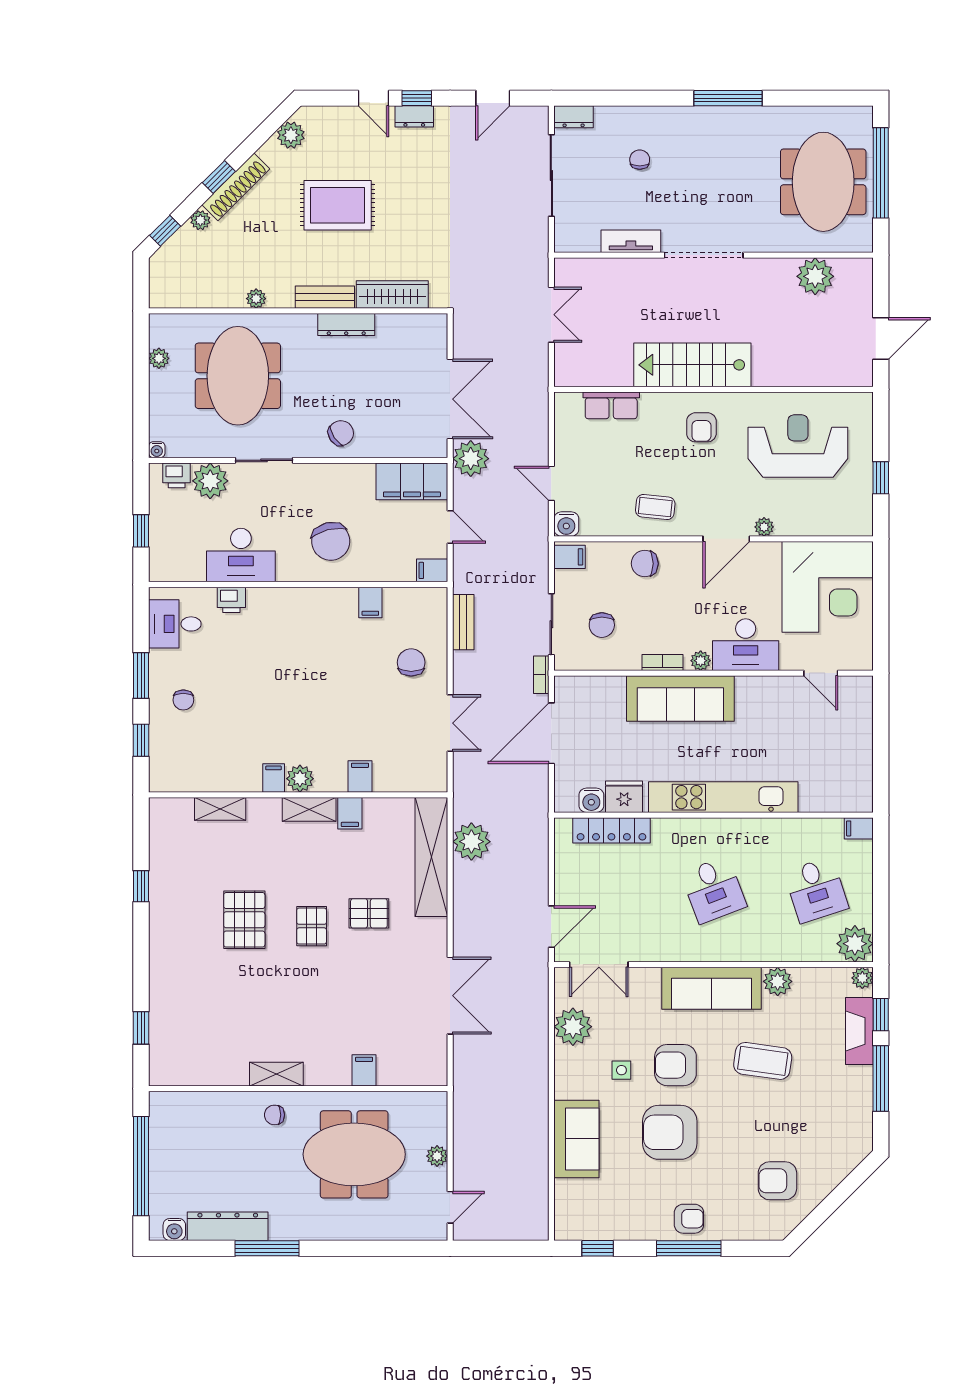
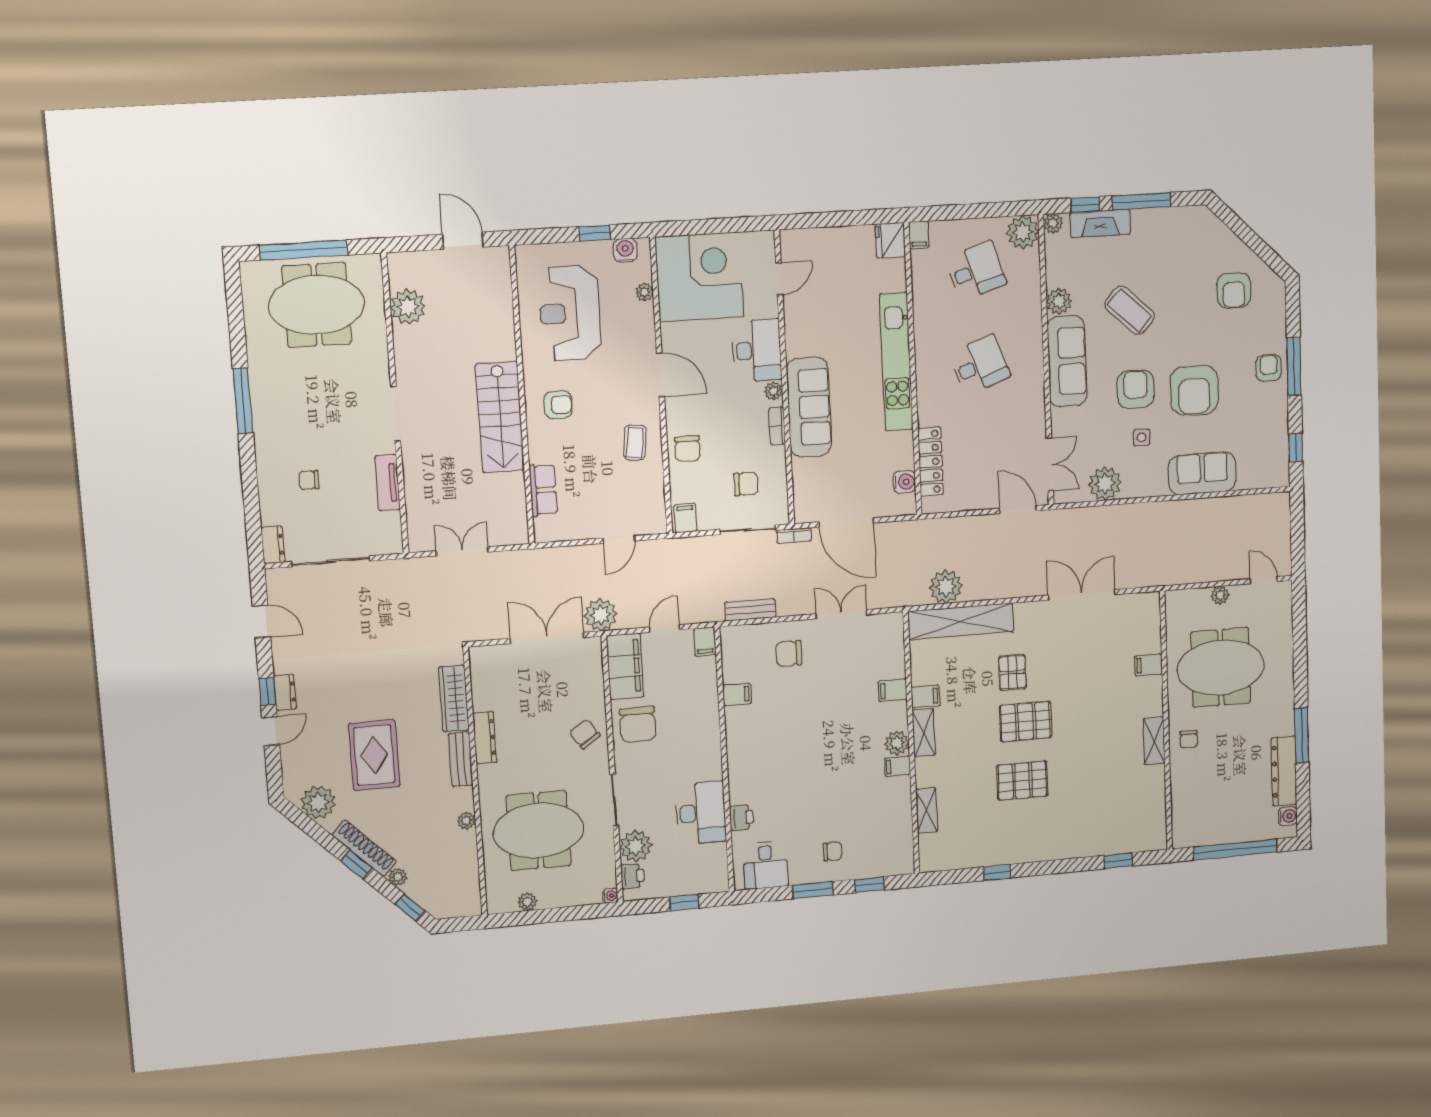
plant: (291, 135) -> (318, 802), width x1.36, depth x1.36
doorway: (704, 255) -> (396, 414), width x0.73
water cooler: (566, 524) -> (625, 250), moved, turned -90
plant: (764, 527) -> (644, 292), moved
chair: (331, 541) -> (638, 724), moved, turned 104
fridge: (624, 797) -> (890, 240), moved
pallet: (312, 926) -> (1026, 722), width x1.50, depth x1.42
coffee table: (763, 1061) -> (1130, 310), turned -55
armchair: (675, 1065) -> (1136, 389), turned 180
meeting table: (354, 1154) -> (1221, 668), turned 90

